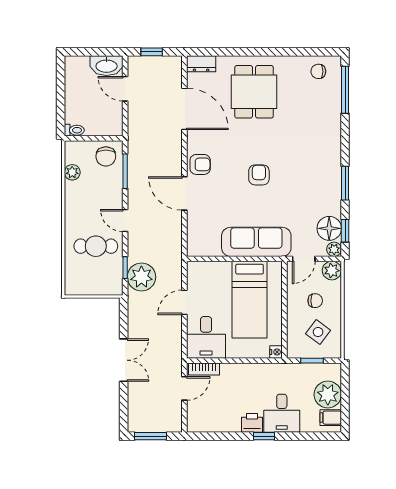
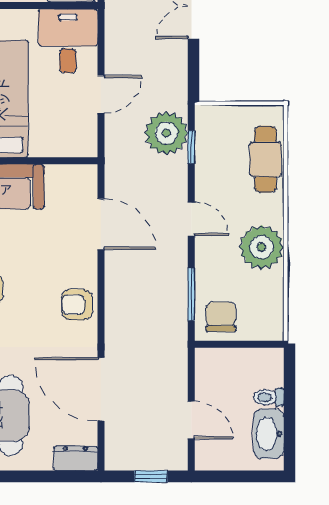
washbasin: (107, 66) -> (269, 434), moved, turned -90
toilet: (74, 130) -> (269, 397), moved
plant: (72, 172) -> (262, 247), moved, width x1.88, depth x1.88
door: (184, 193) -> (101, 224), moved
cafe table: (96, 246) -> (266, 159), moved, turned 90

